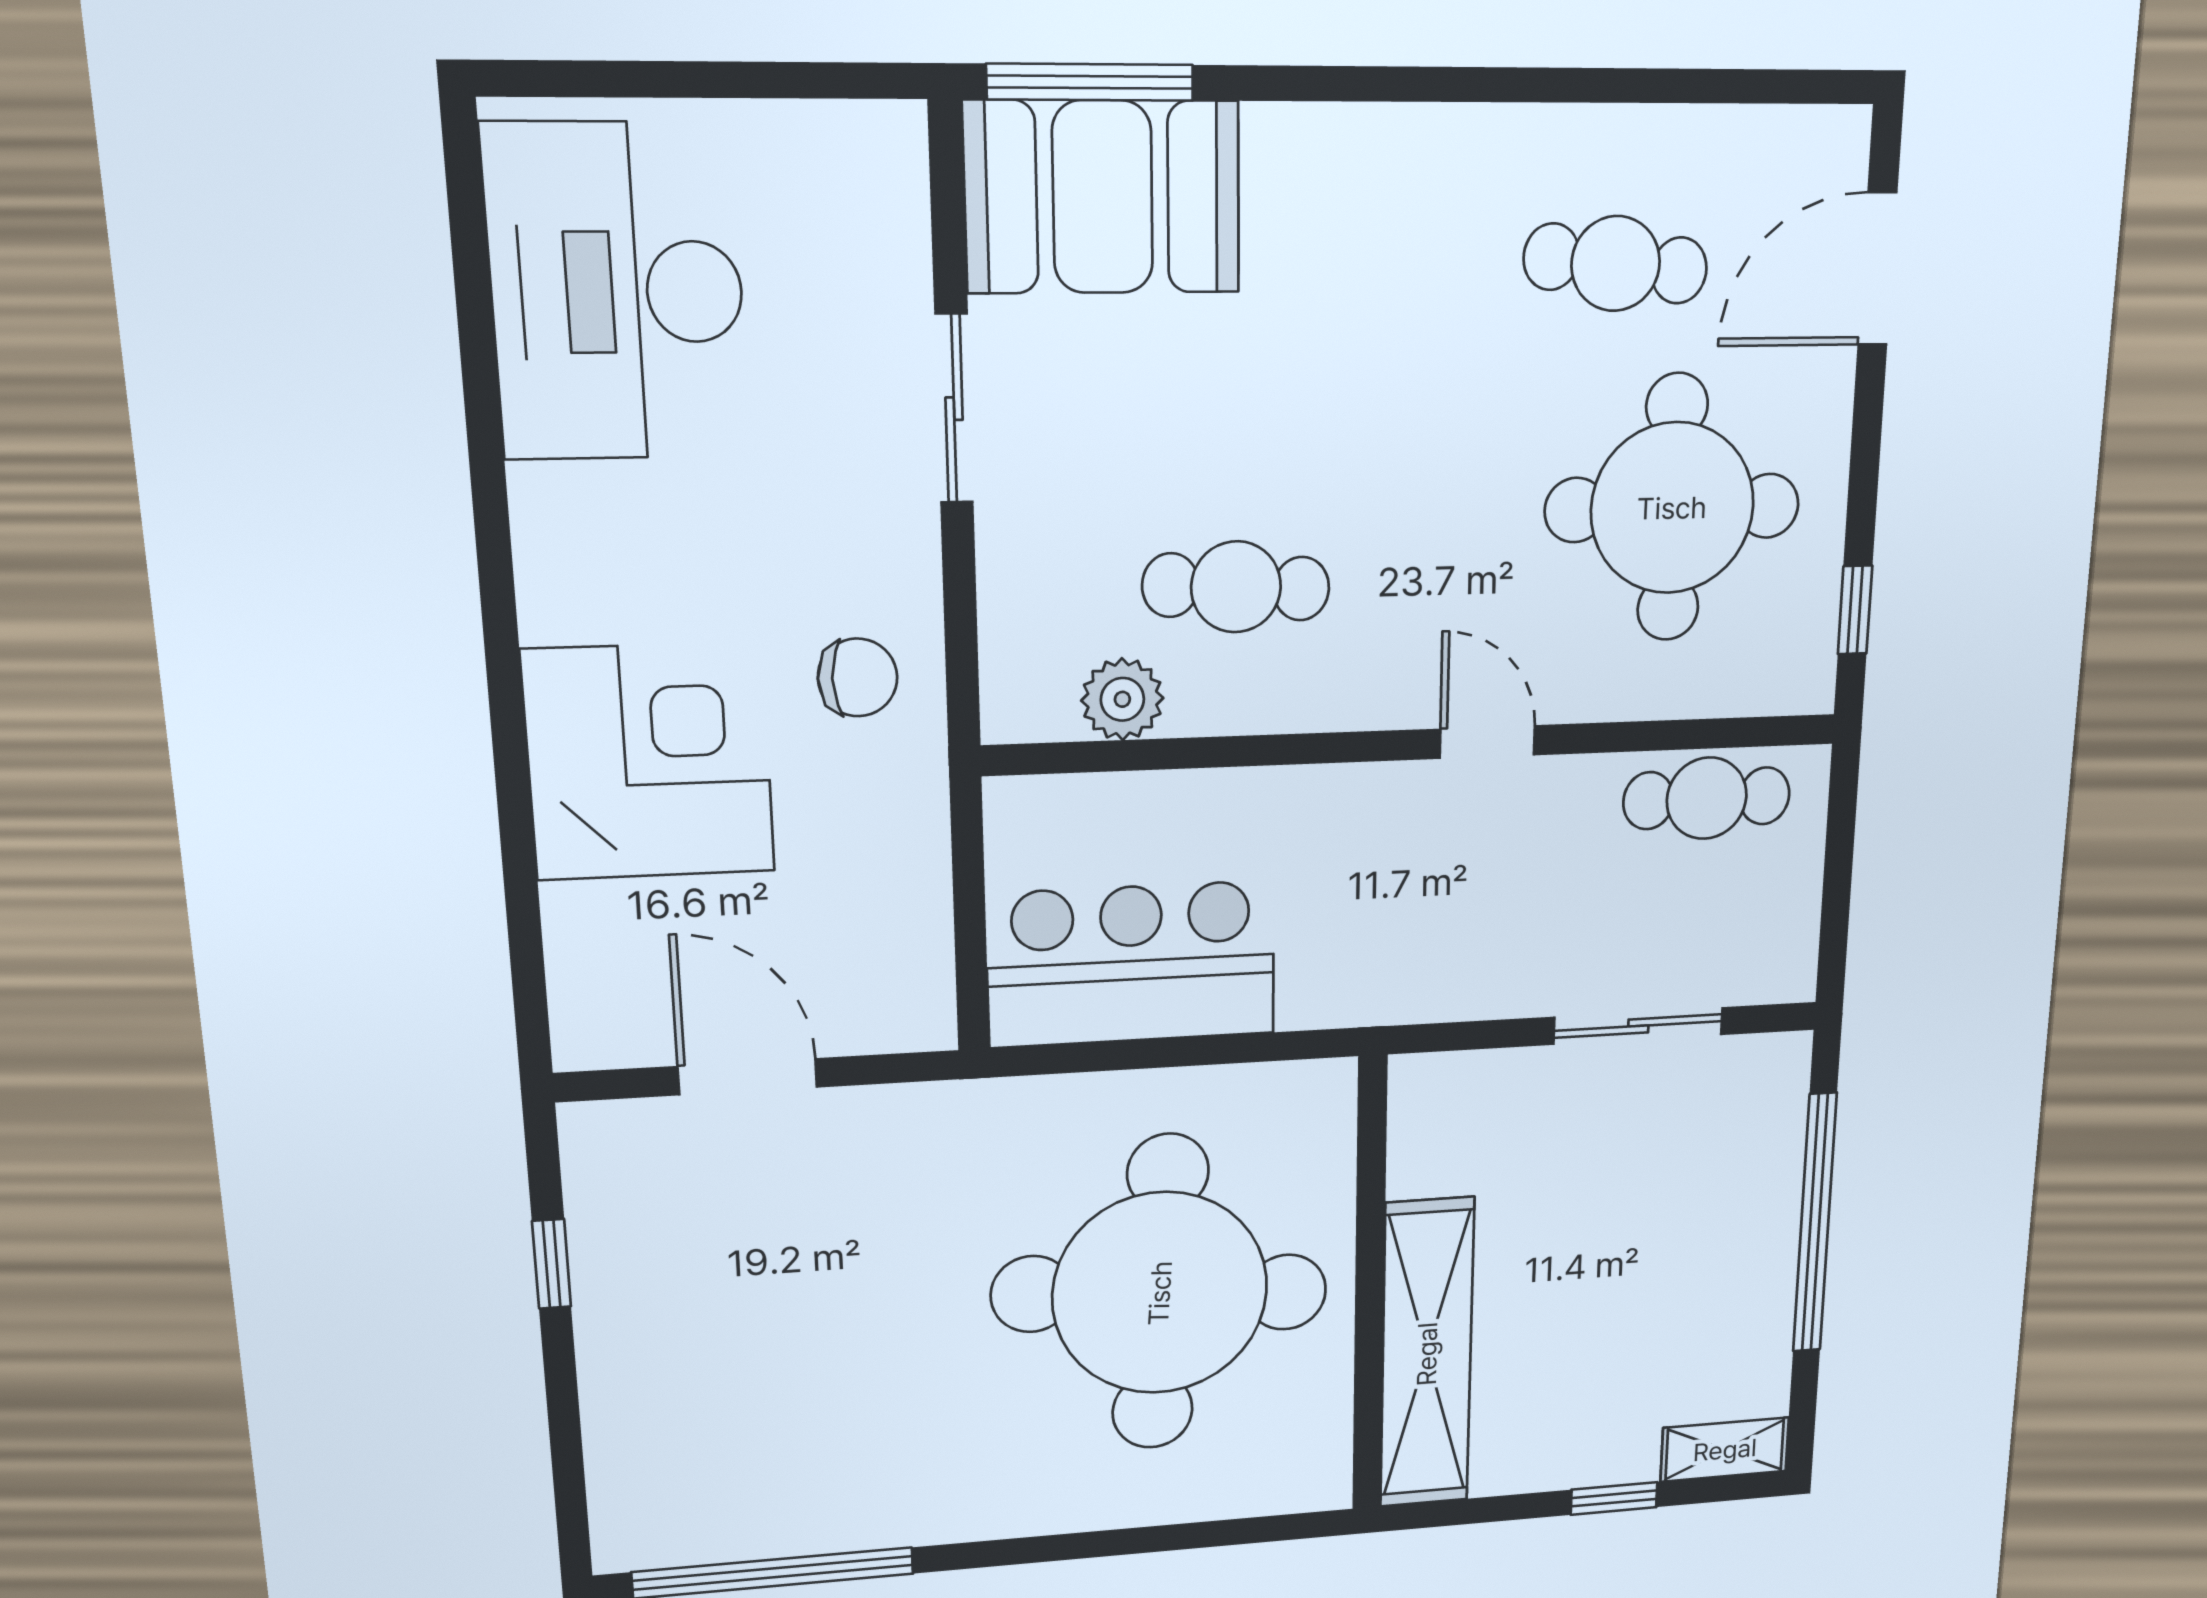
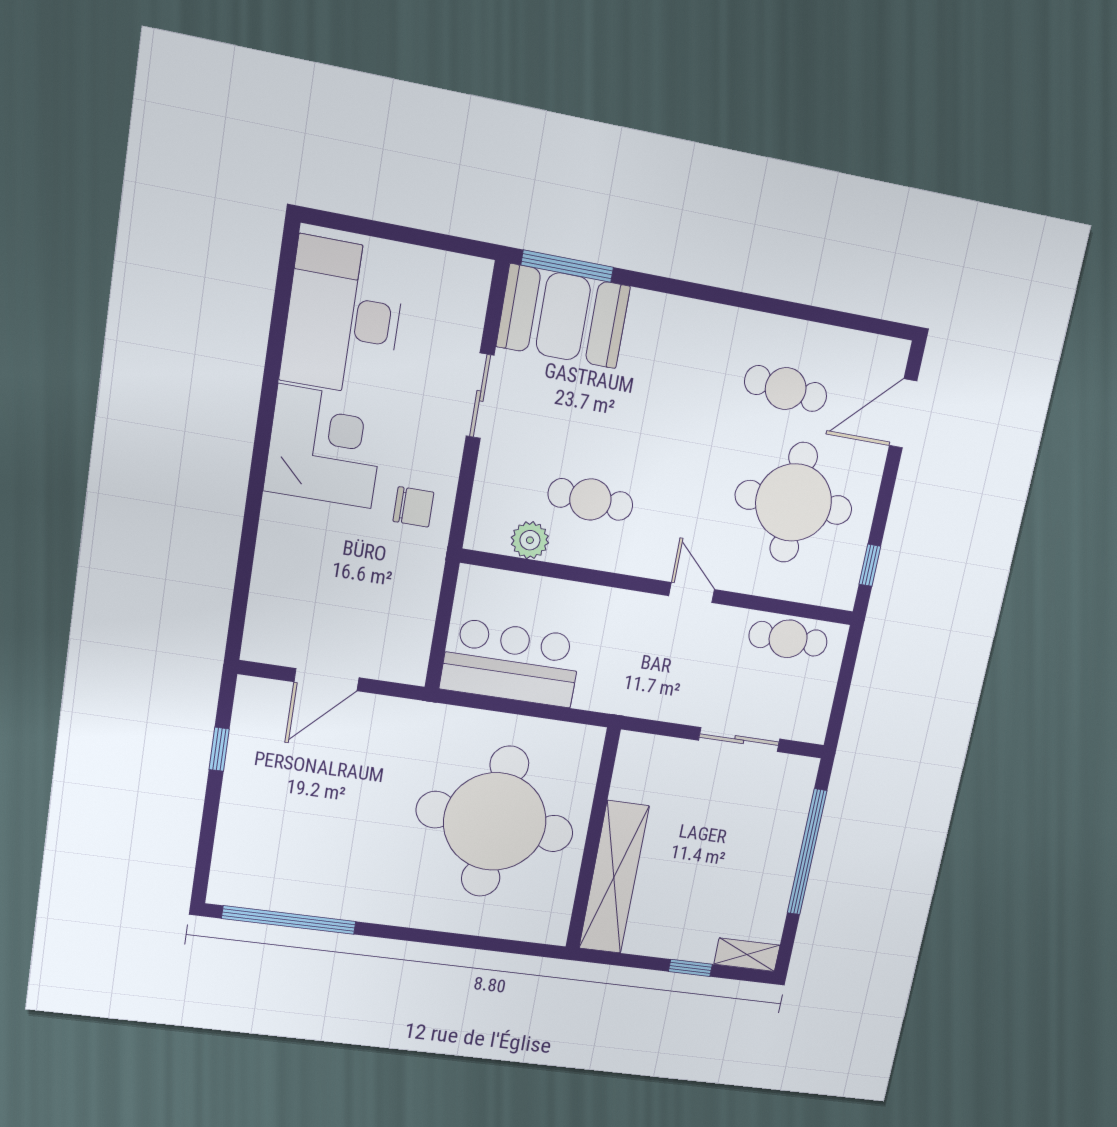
corner desk: (649, 762) -> (325, 447), moved
door: (748, 1077) -> (327, 680), swing flipped

